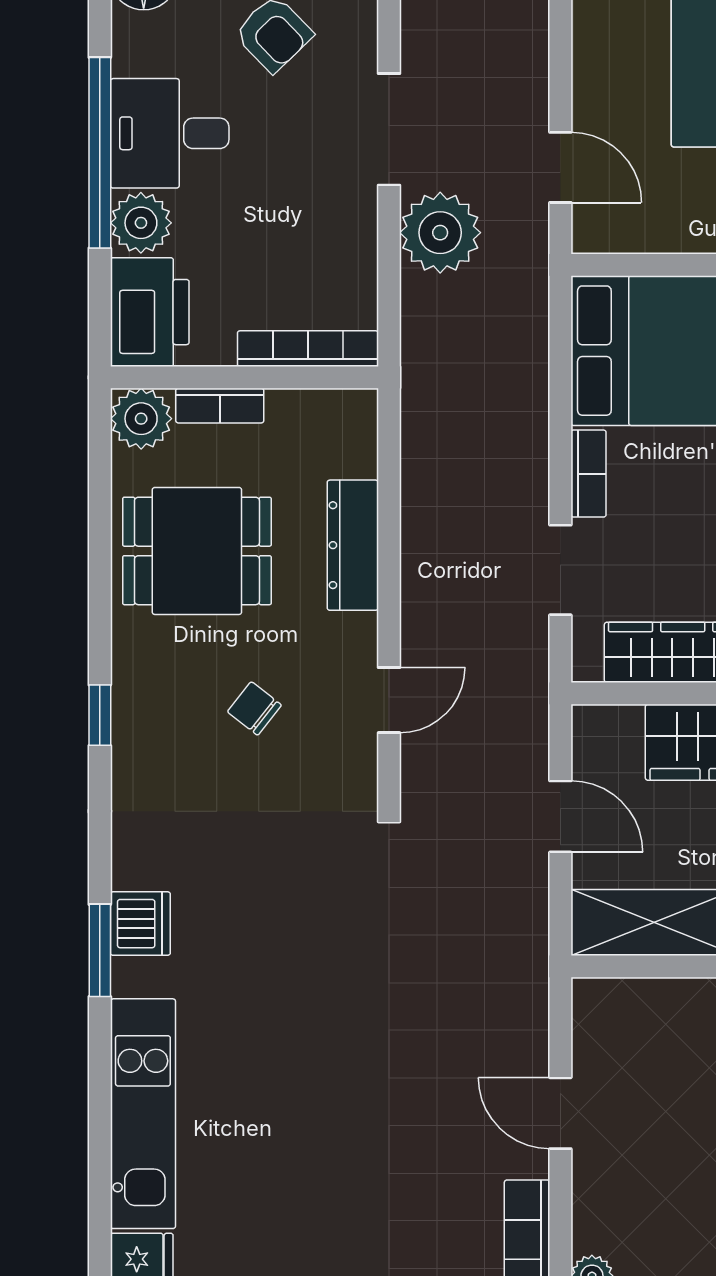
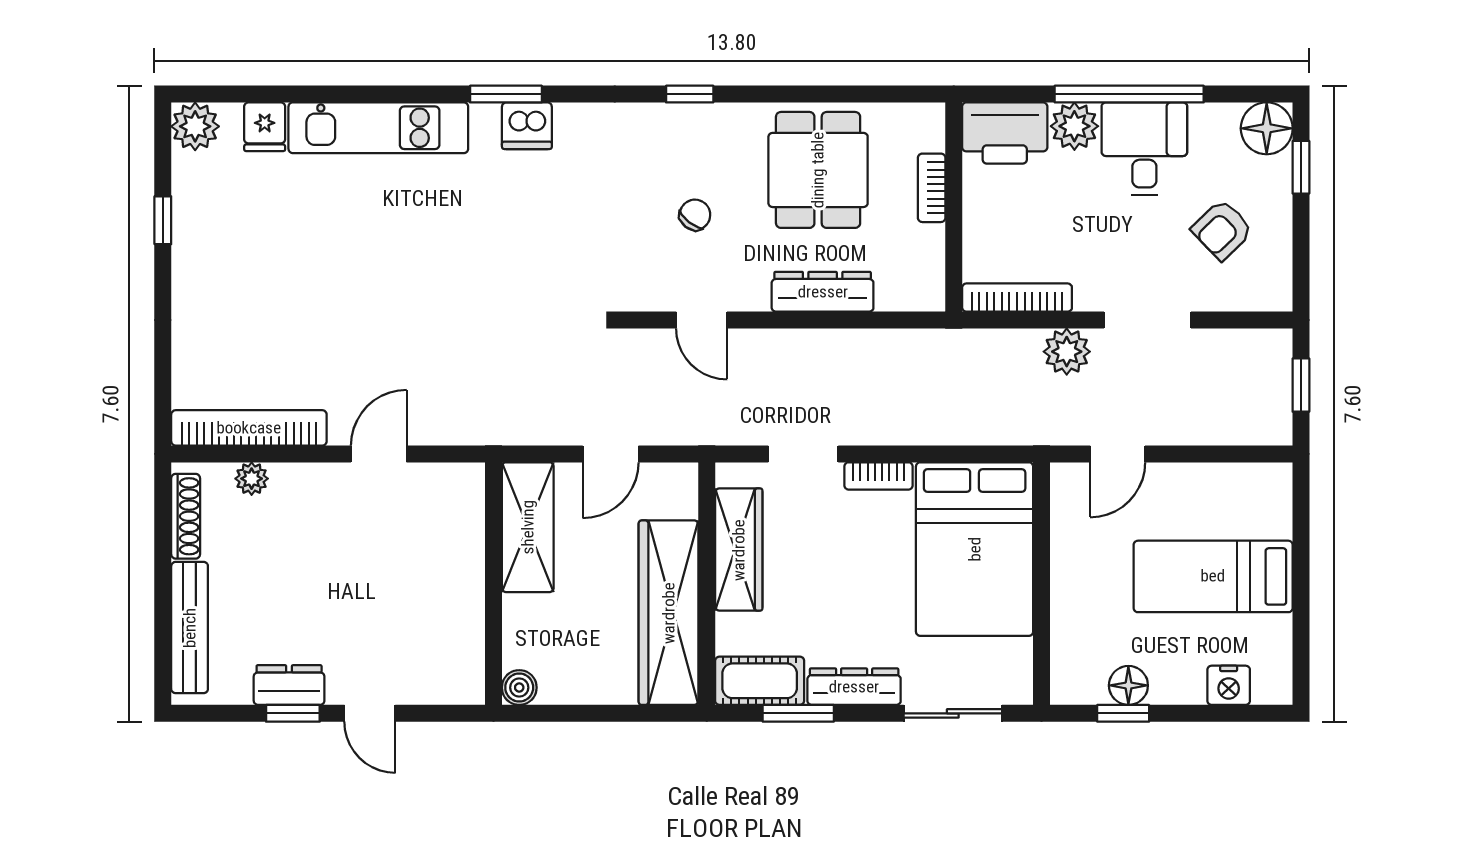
plant: (440, 233) -> (1067, 352), width x0.73, depth x0.73
bookcase: (308, 349) -> (1017, 298), moved, turned -90
plant: (141, 419) -> (921, 126), removed

